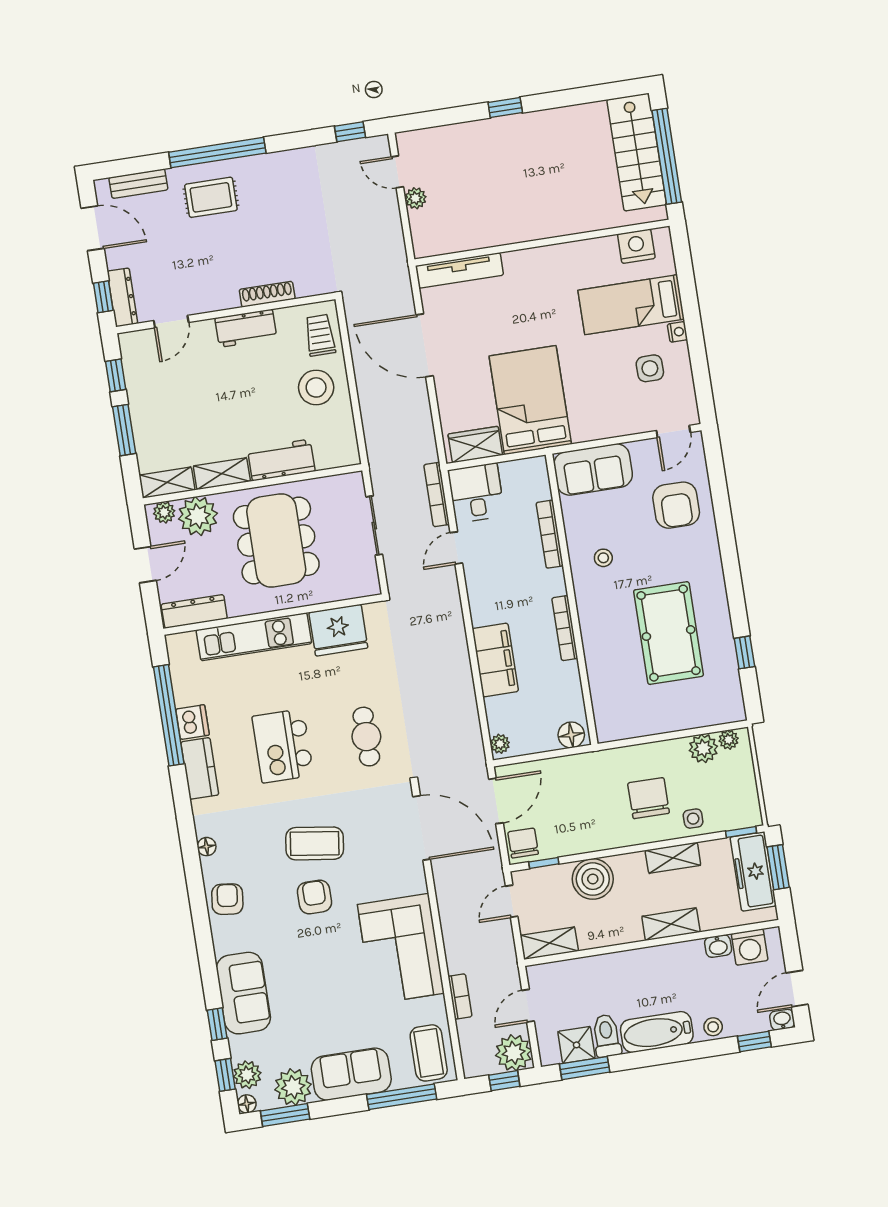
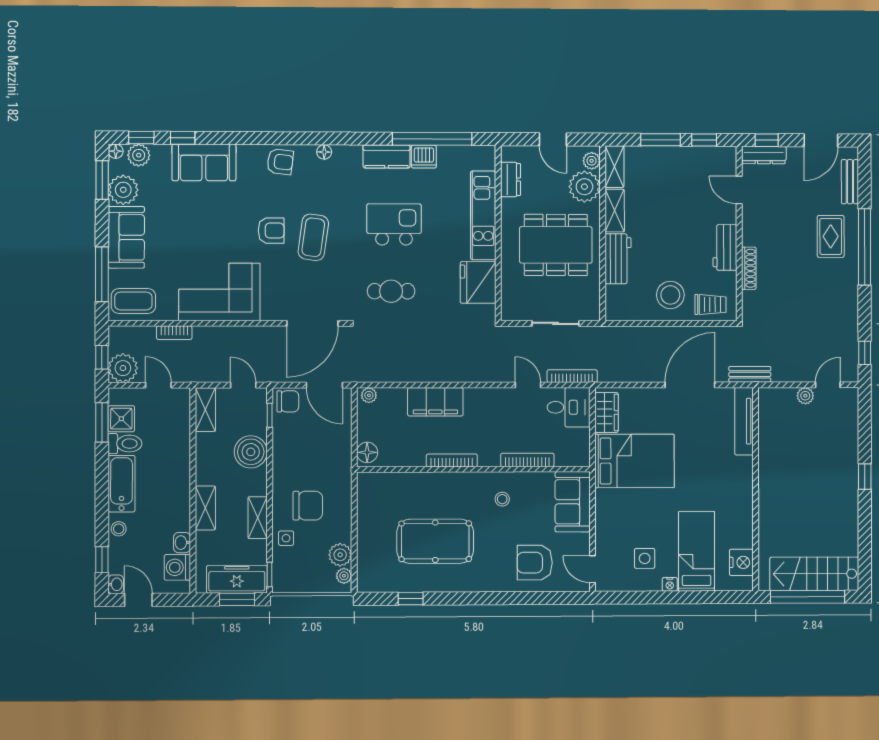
bench: (400, 272) -> (750, 374), added
dresser: (194, 611) -> (510, 179), width x0.70

